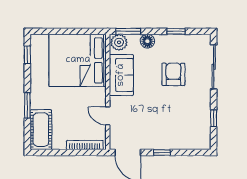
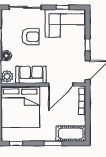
armchair: (173, 74) -> (30, 37), turned 180
door: (108, 116) -> (61, 85), width x1.87
corner sofa: (192, 121) -> (65, 23), added

